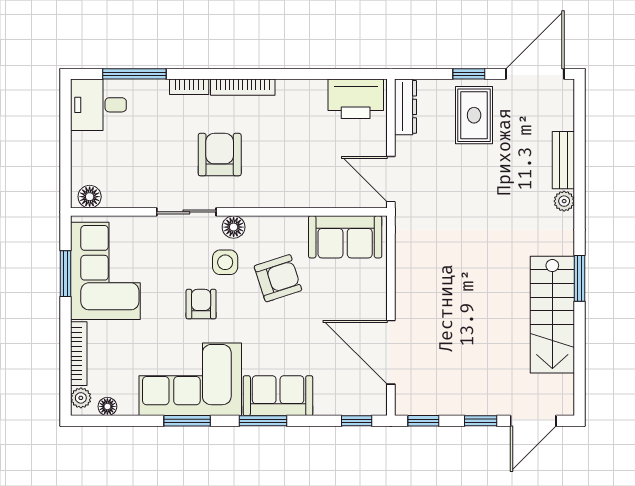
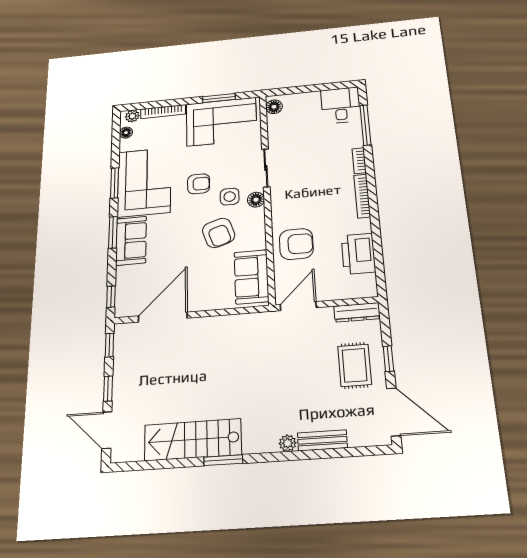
printer: (356, 99) -> (358, 254), moved
rug: (474, 115) -> (355, 365), turned 90
armchair: (220, 155) -> (296, 244), moved

